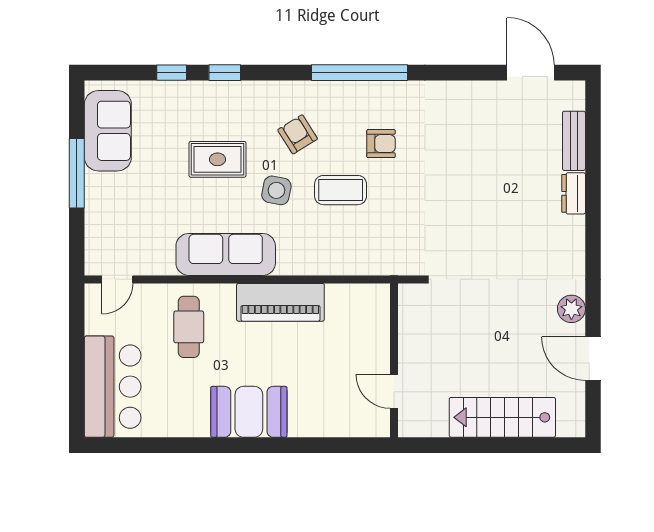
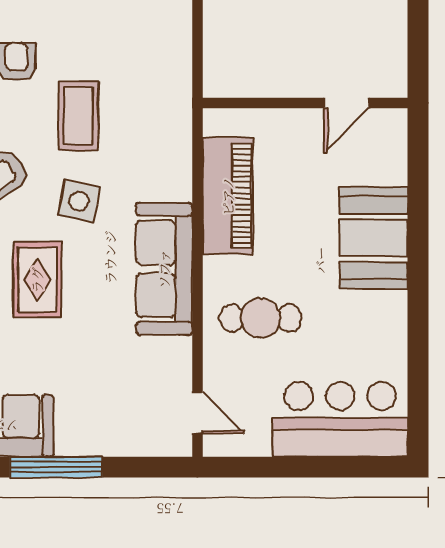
wall: (394, 360) -> (305, 103), moved
door: (394, 391) -> (347, 103), moved

